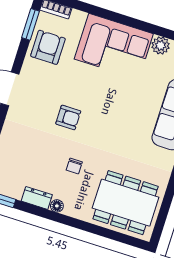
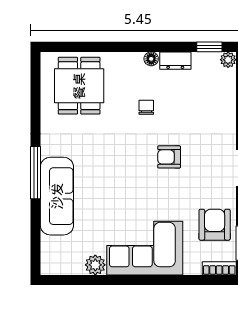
armchair: (48, 47) -> (215, 225), turned 180
dining table: (126, 203) -> (79, 86), width x0.73

